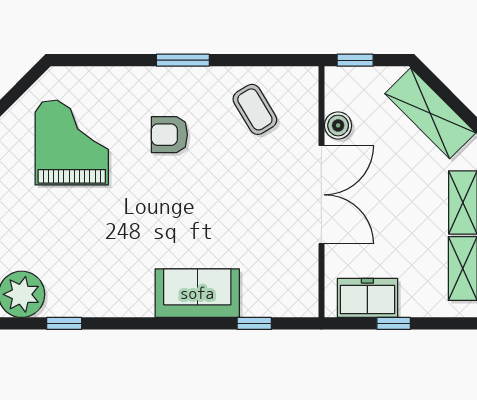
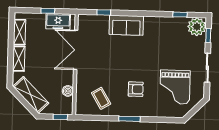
double door: (321, 195) -> (76, 50), moved

